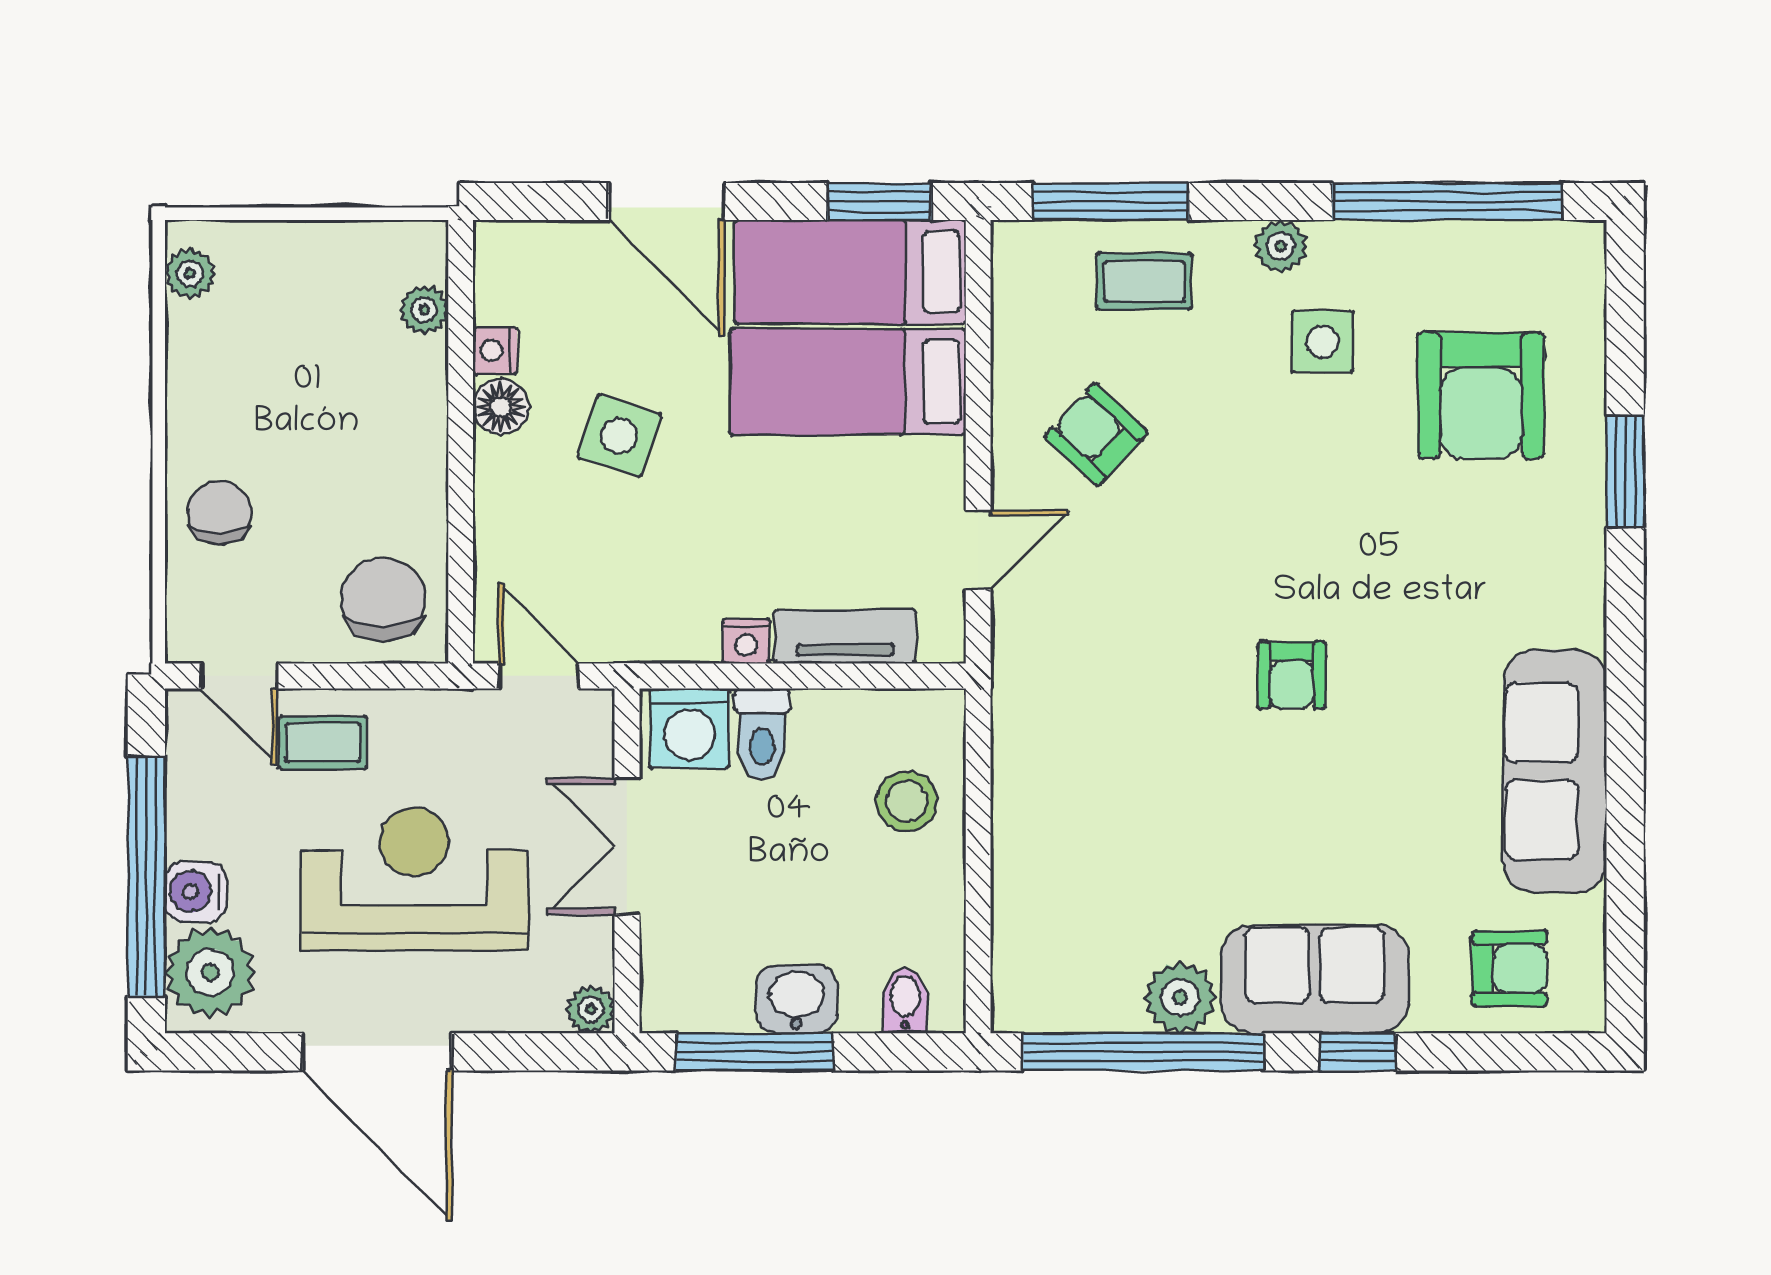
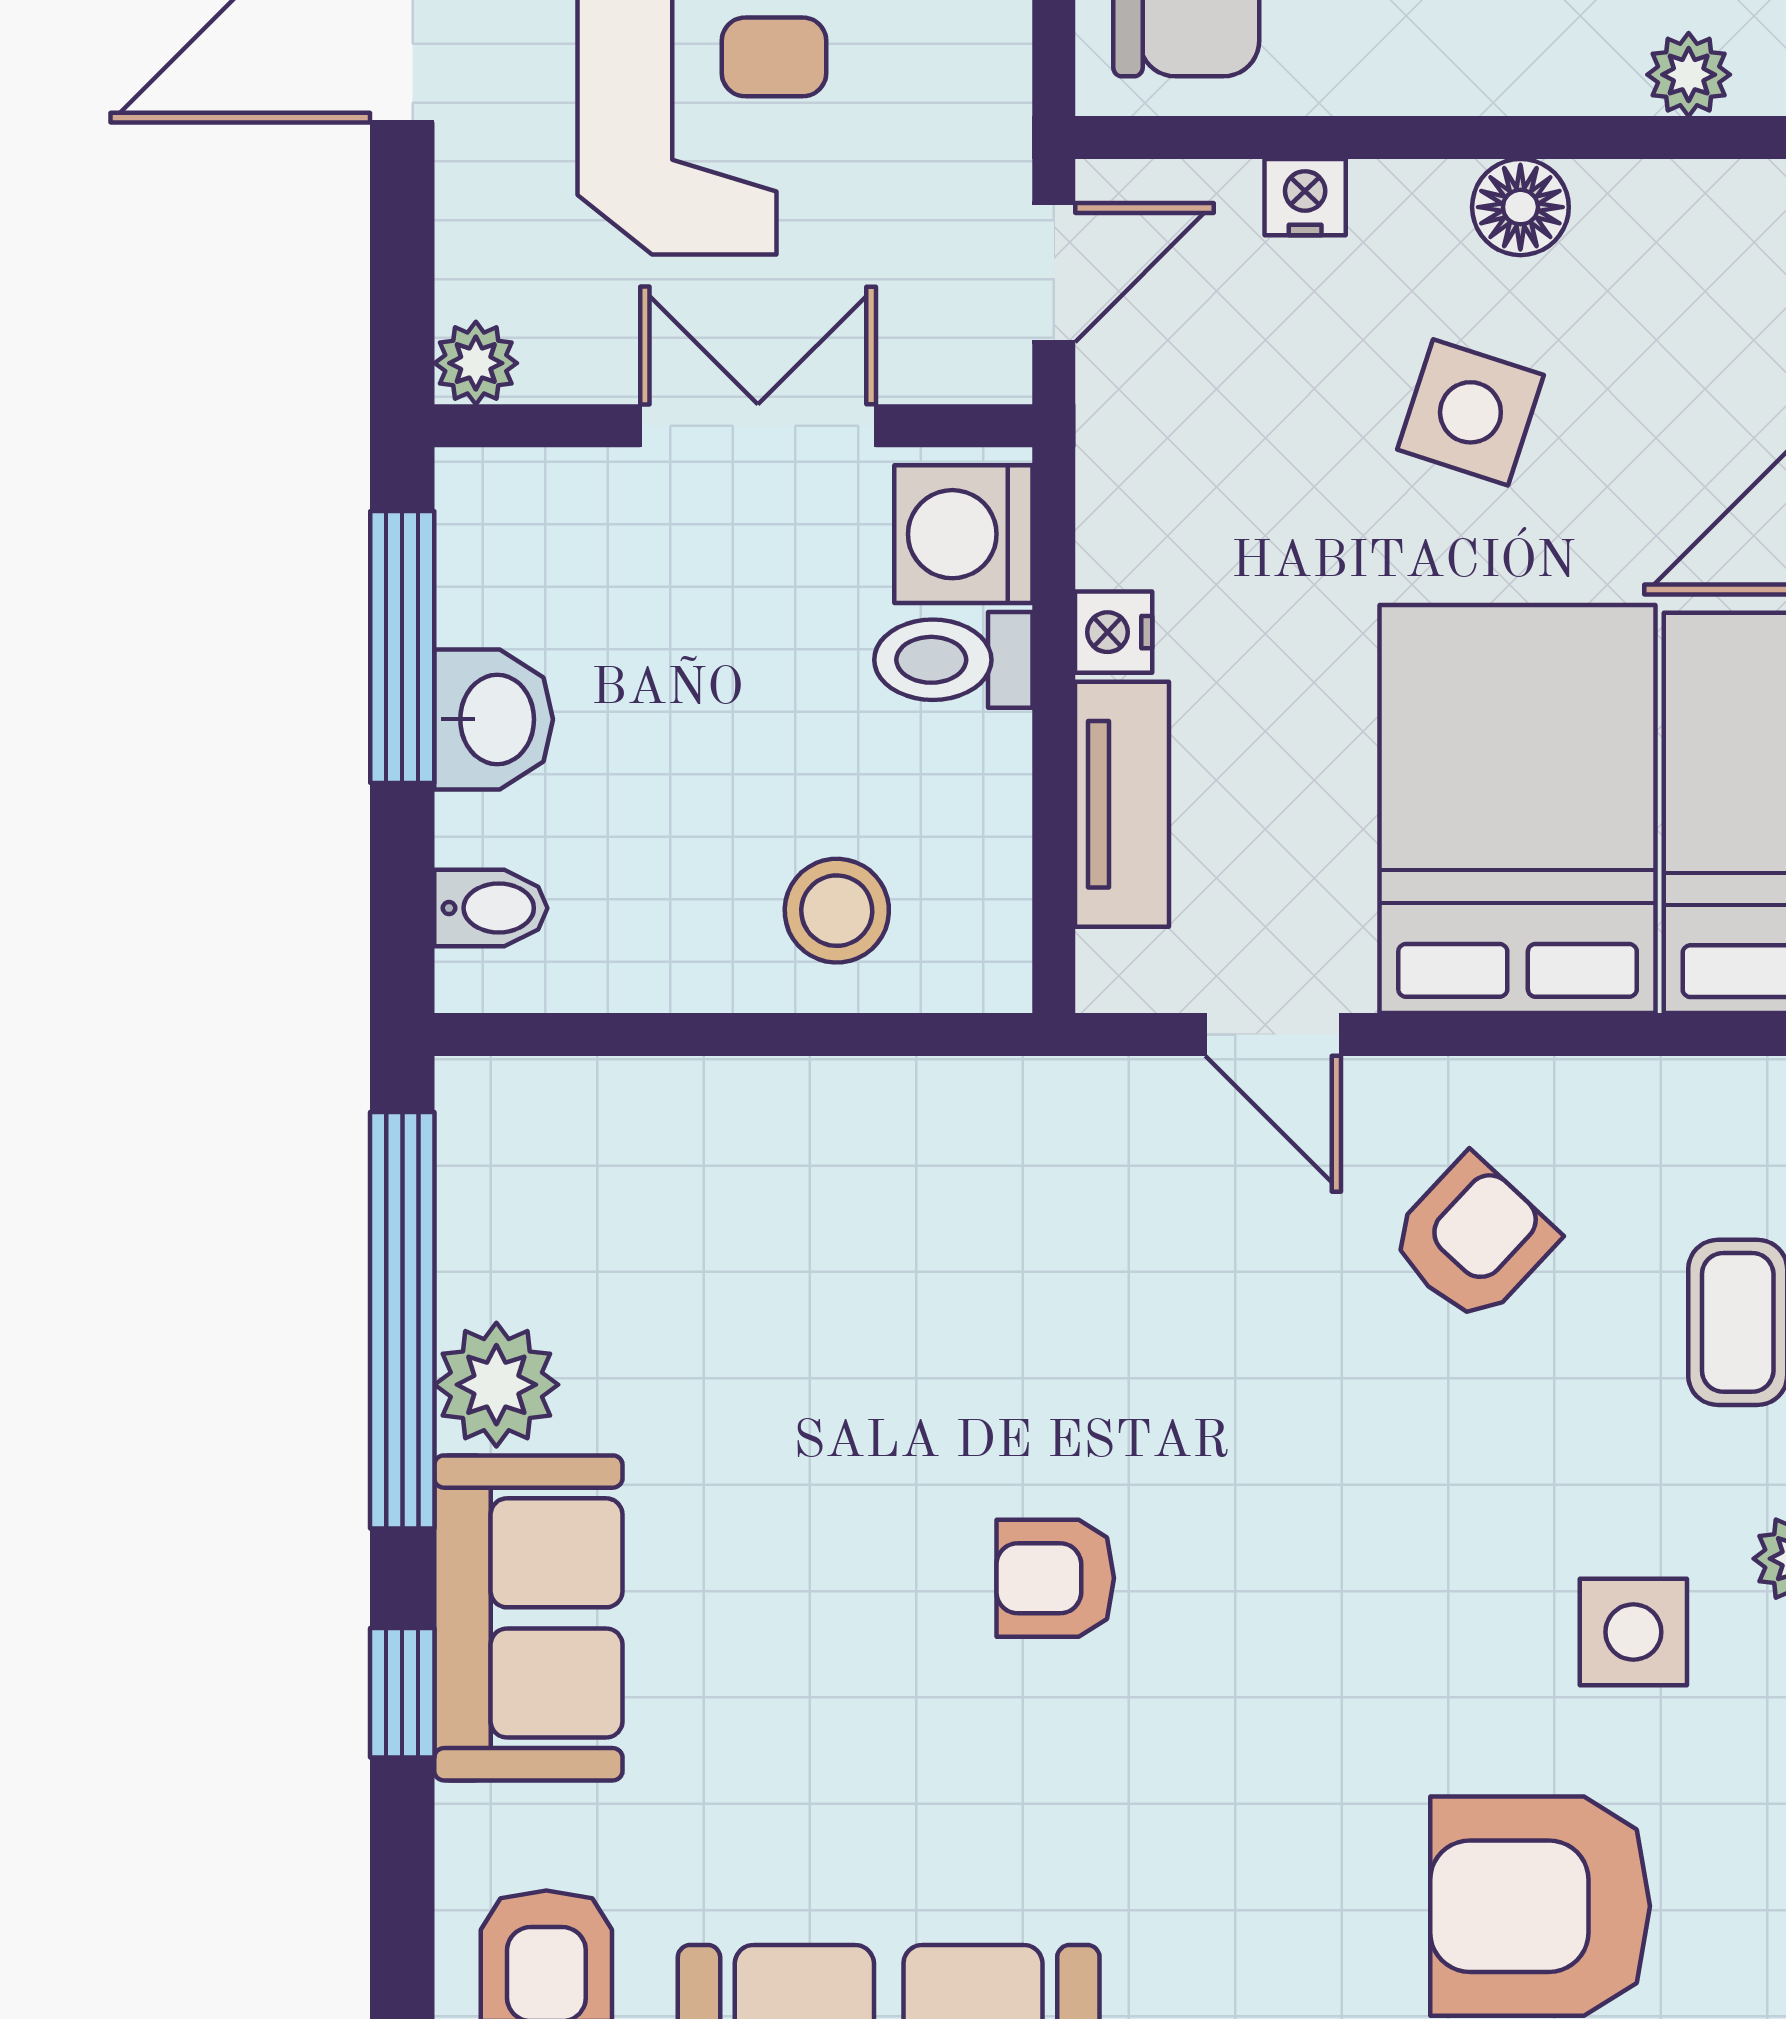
nightstand: (495, 351) -> (1305, 197), moved
bed: (848, 382) -> (1518, 809), width x1.50

